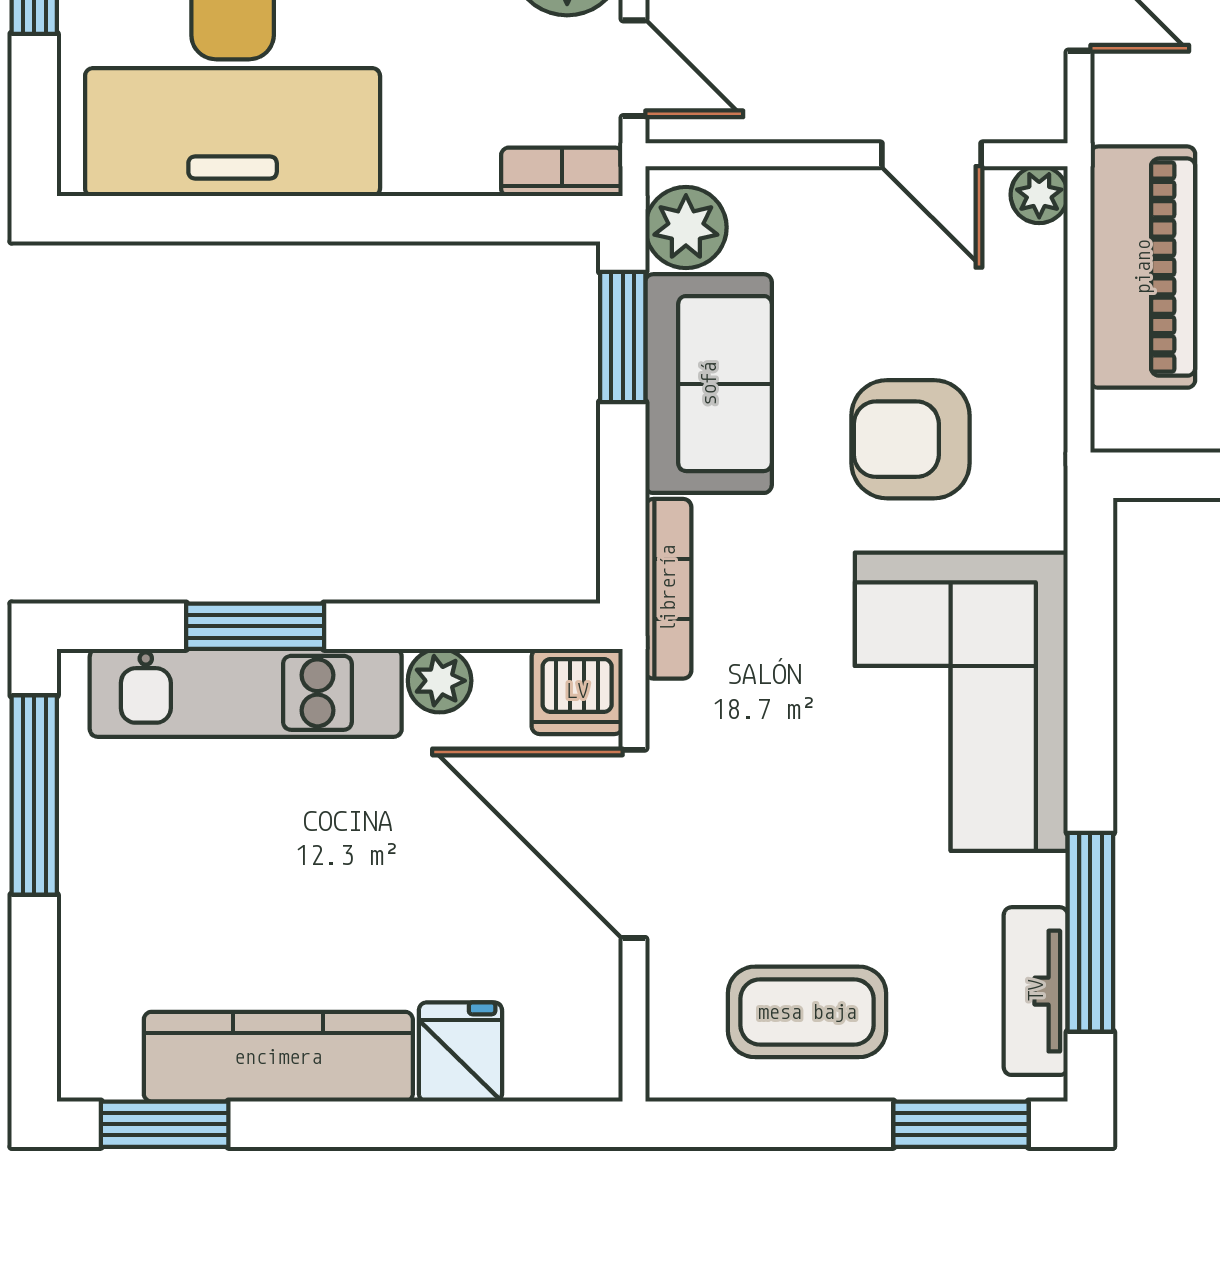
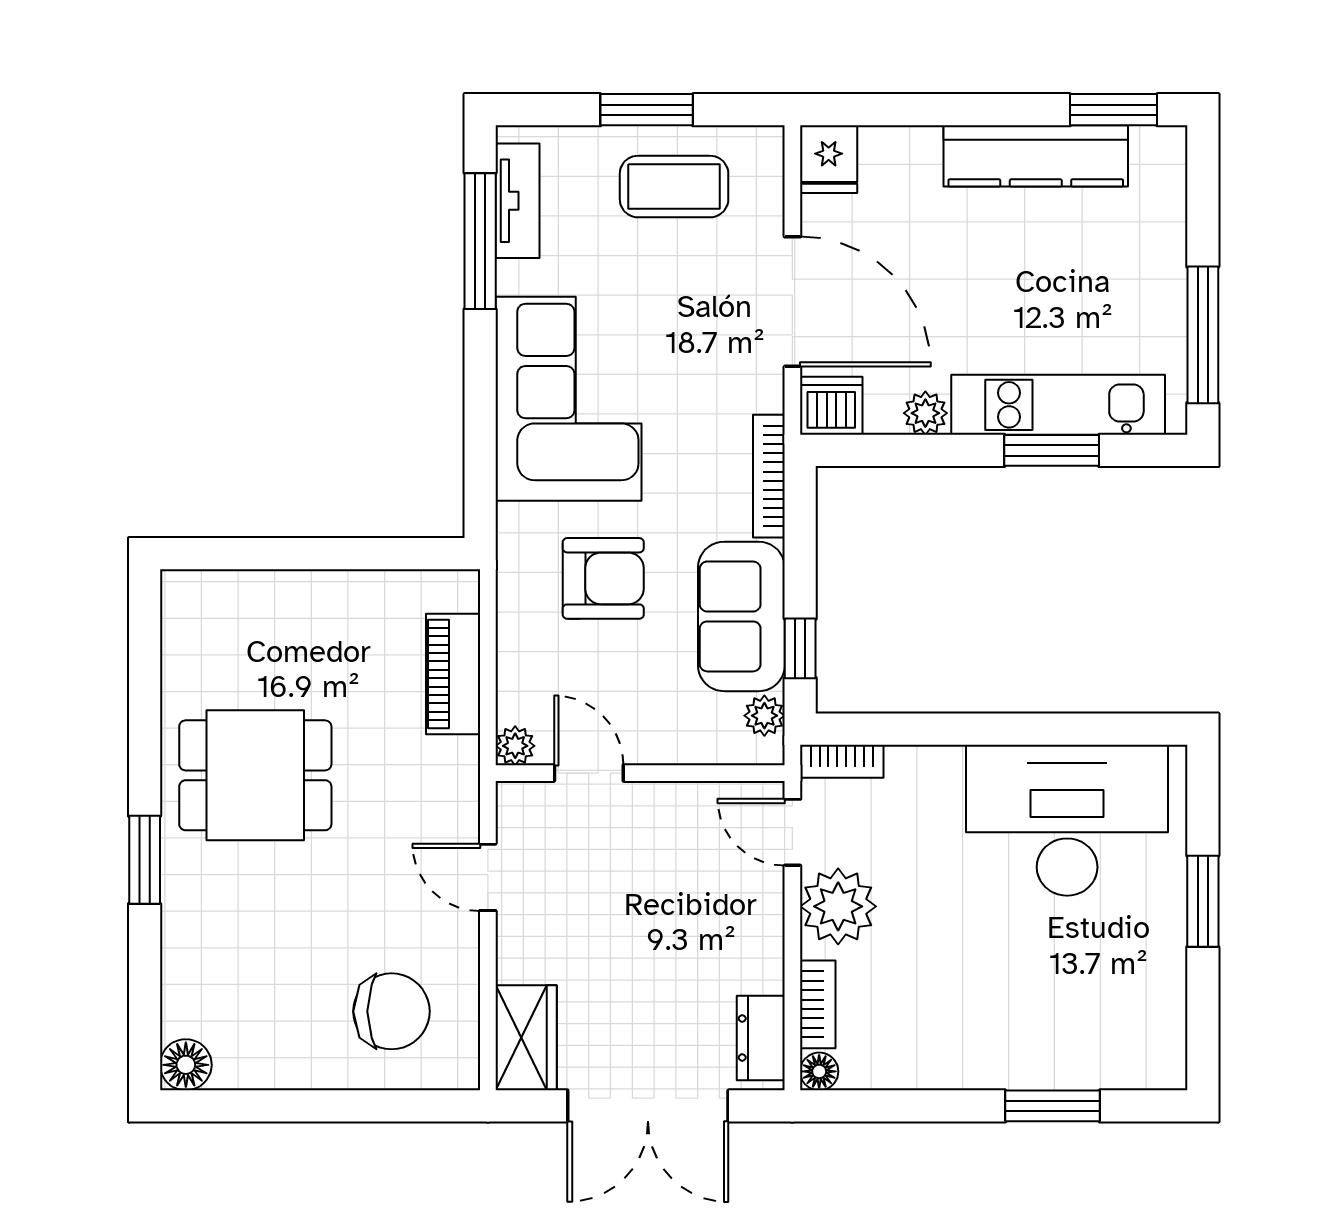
plant: (686, 227) -> (764, 716), width x0.73, depth x0.73
piano: (1143, 267) -> (453, 674), width x0.73, depth x0.75
window: (623, 337) -> (800, 648), width x0.67
fridge: (460, 1052) -> (829, 159), moved
window: (961, 1124) -> (647, 110), moved

